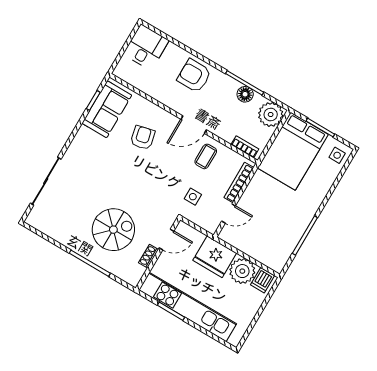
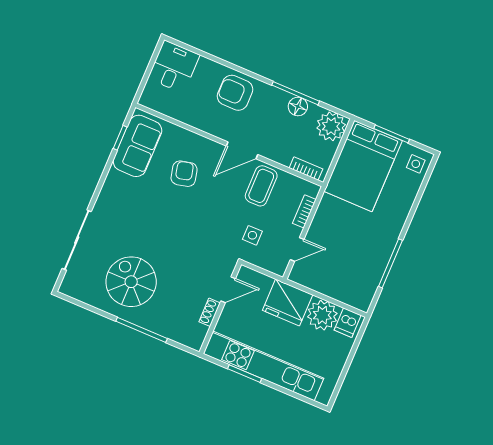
coffee table: (206, 156) -> (261, 186), width x1.36, depth x1.30
bookcase: (239, 182) -> (304, 211), width x0.64
spiral stairs: (113, 230) -> (131, 282), moved, turned -90

